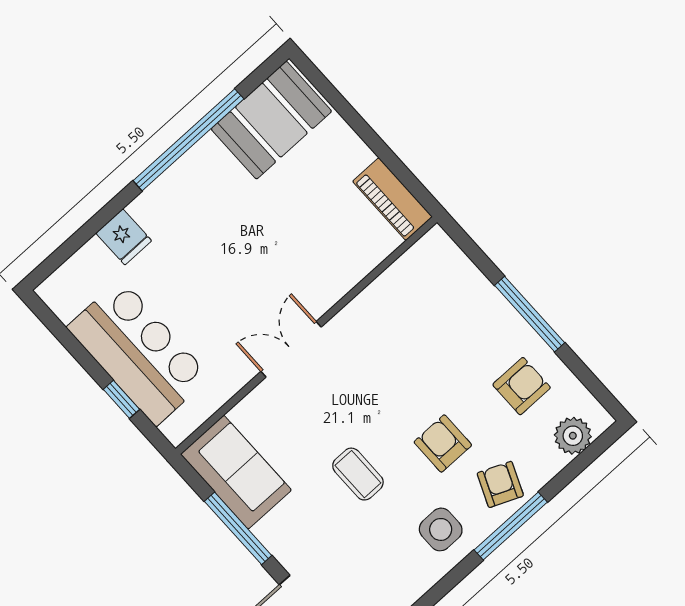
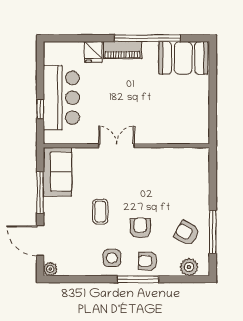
piano: (392, 199) -> (122, 50), moved, turned -90
window: (530, 314) -> (213, 232), moved
armchair: (522, 386) -> (187, 233), turned -151
armchair: (500, 484) -> (148, 261), turned -113

